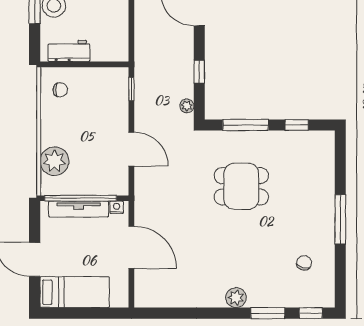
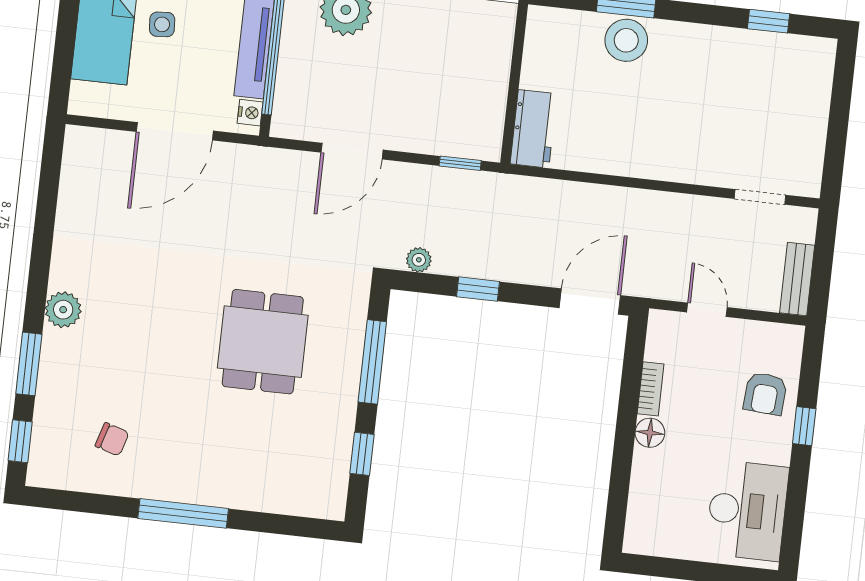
workbench: (69, 51) -> (534, 129), moved
chair: (60, 90) -> (473, 35), removed
side table: (74, 261) -> (162, 24), added

